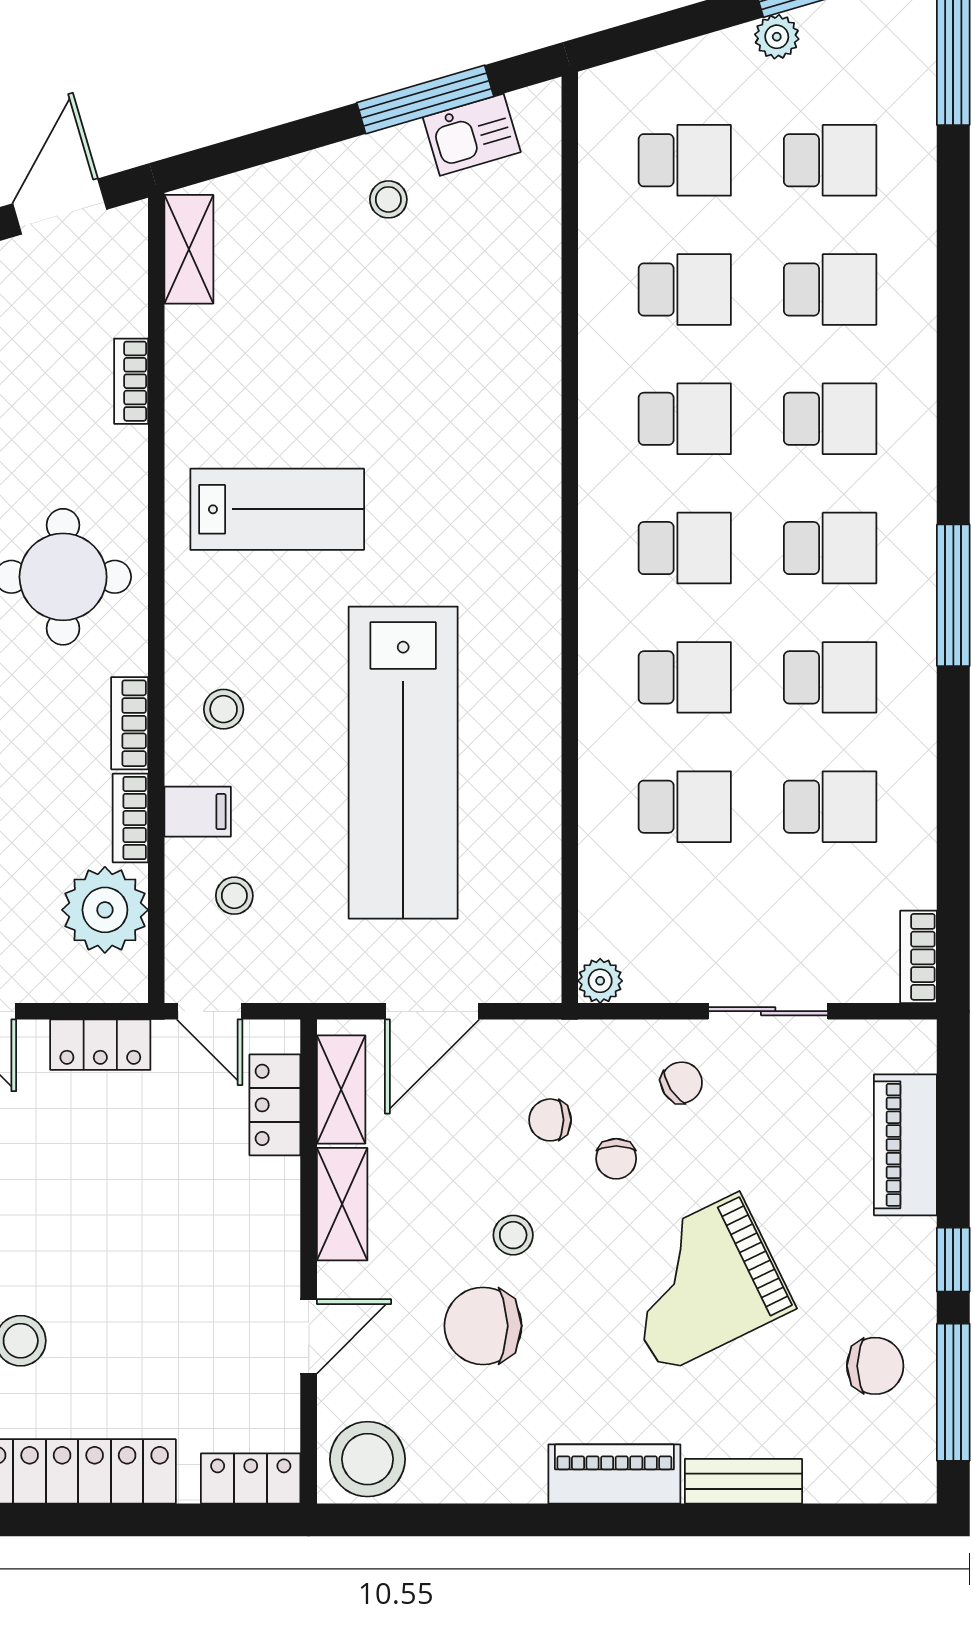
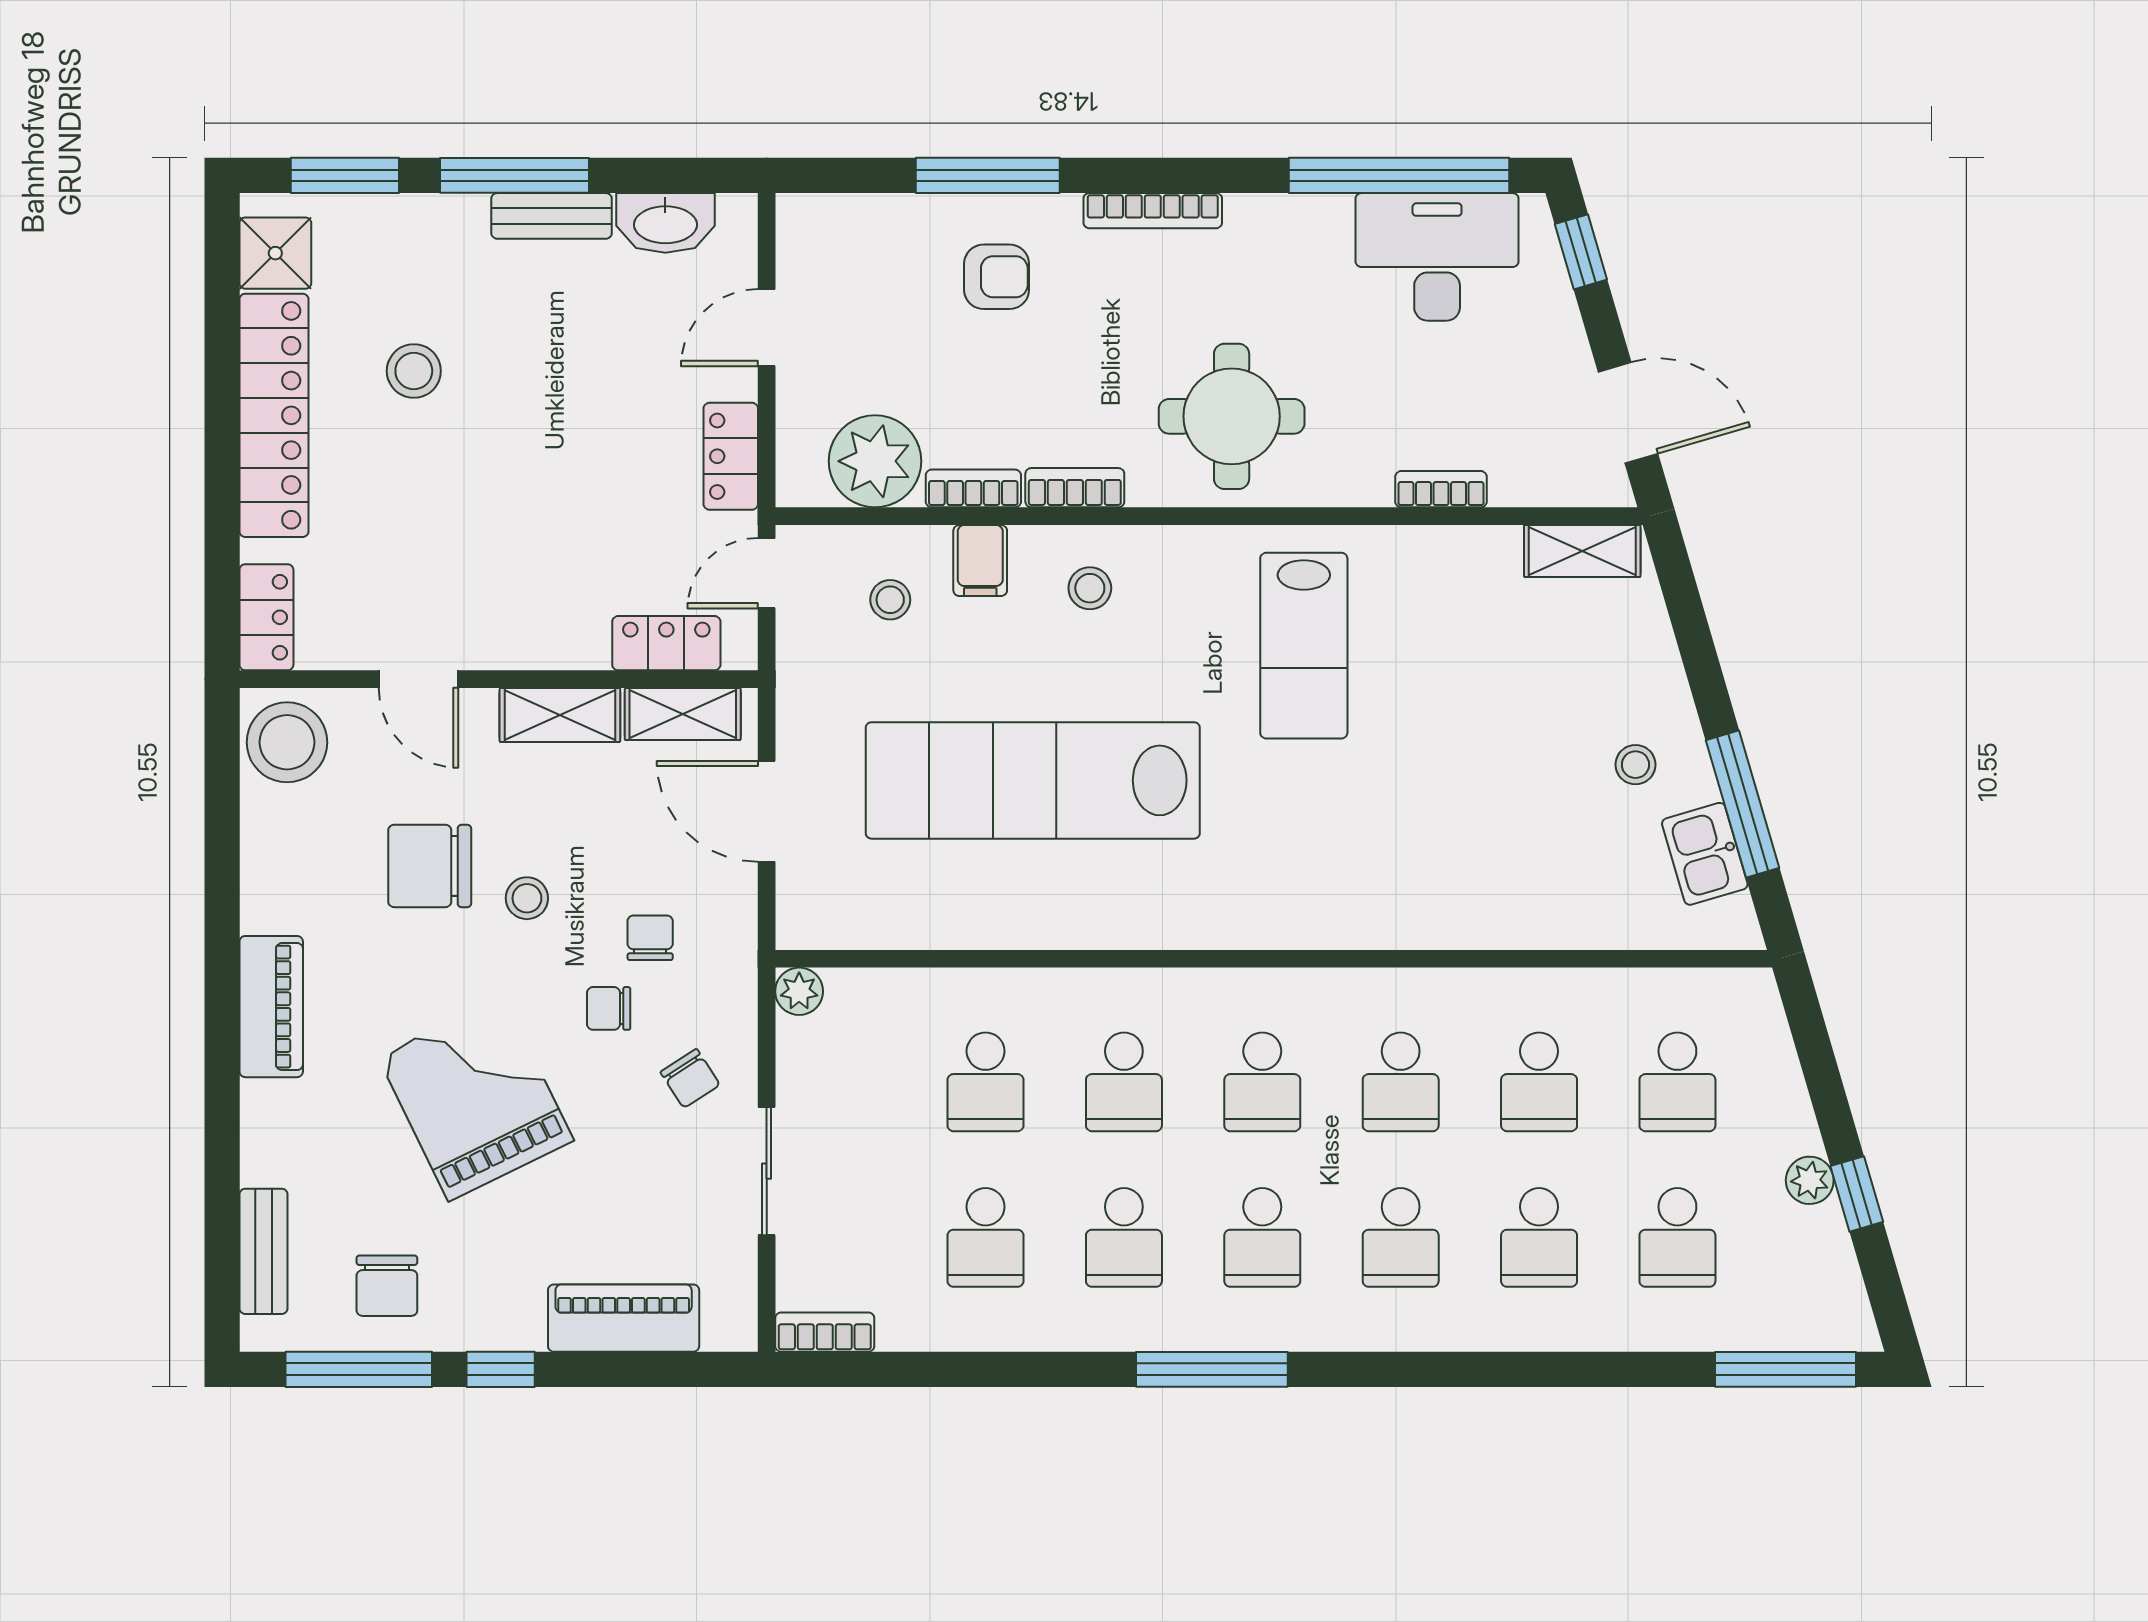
chair: (483, 1326) -> (430, 866), turned -90
bench: (743, 1481) -> (264, 1251), moved

